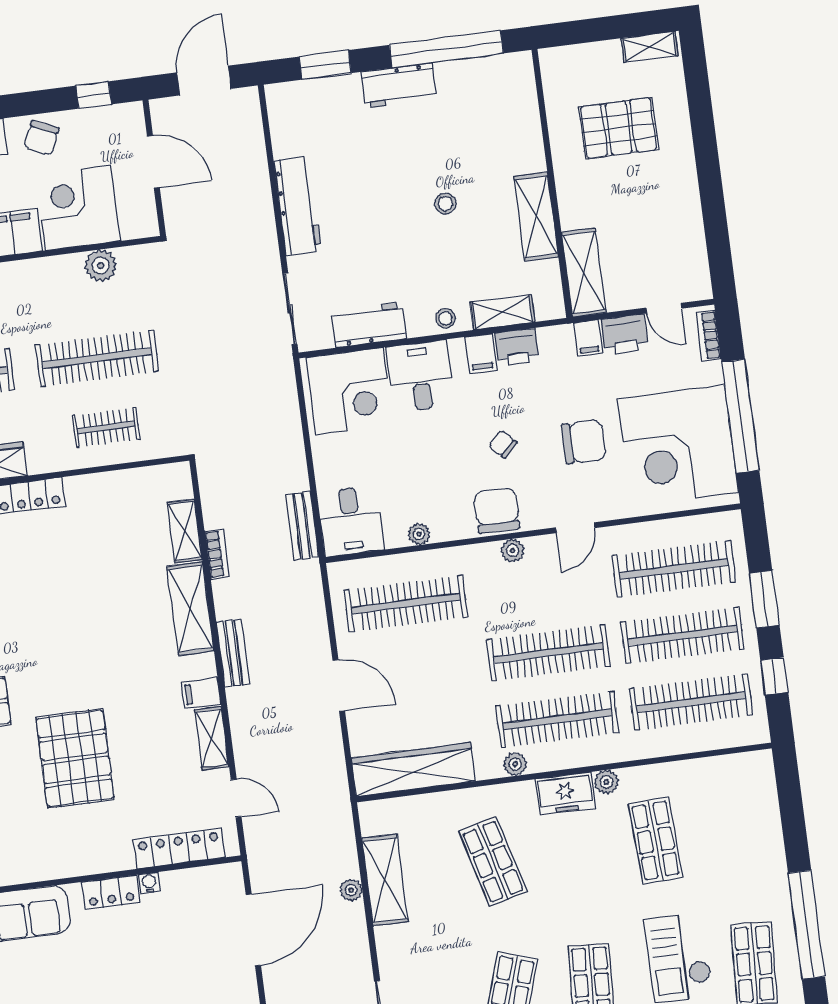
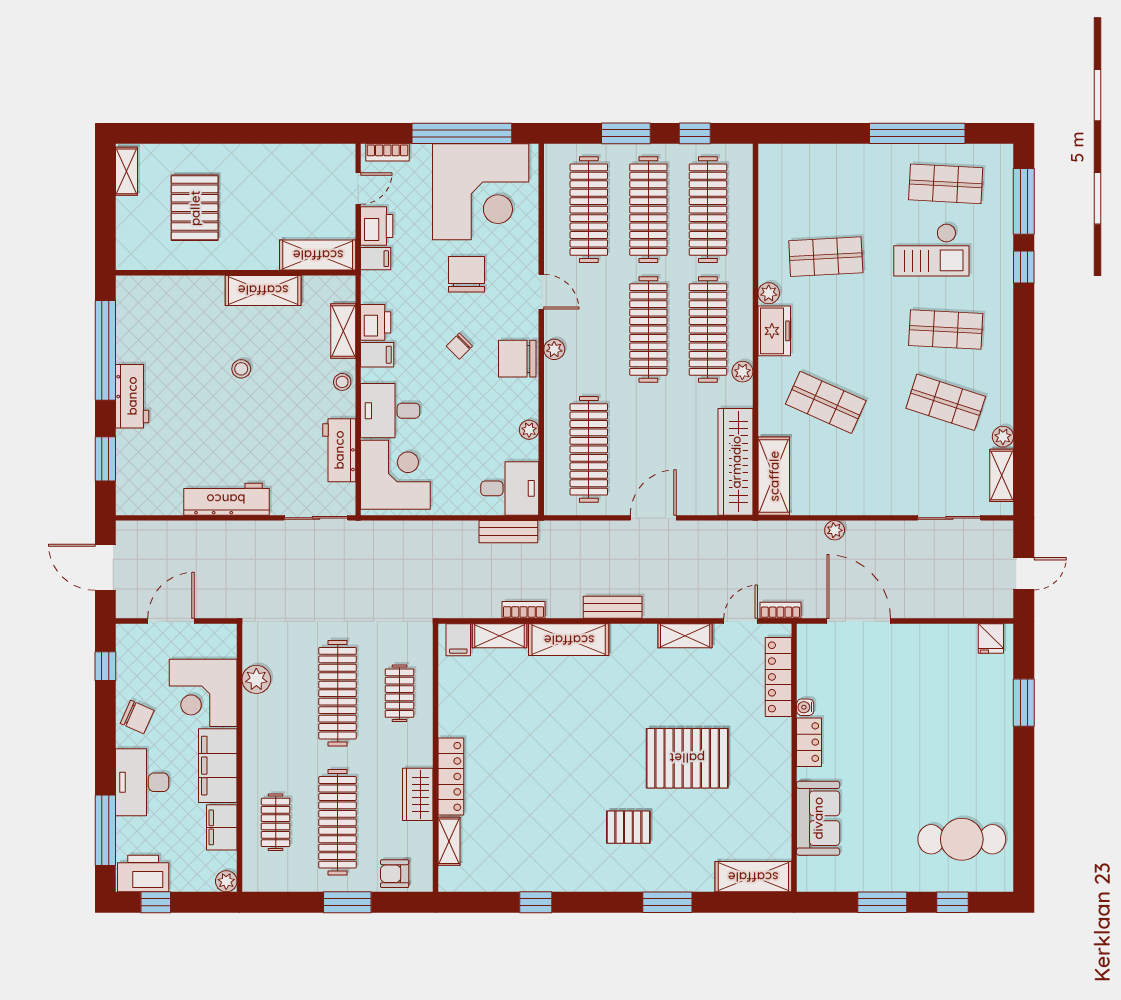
filing cabinet: (201, 693) -> (458, 640), moved
bookcase: (254, 841) -> (780, 610), added
shop shelf: (493, 862) -> (826, 402), turned 39
shelving: (385, 880) -> (774, 476), moved, turned 90

